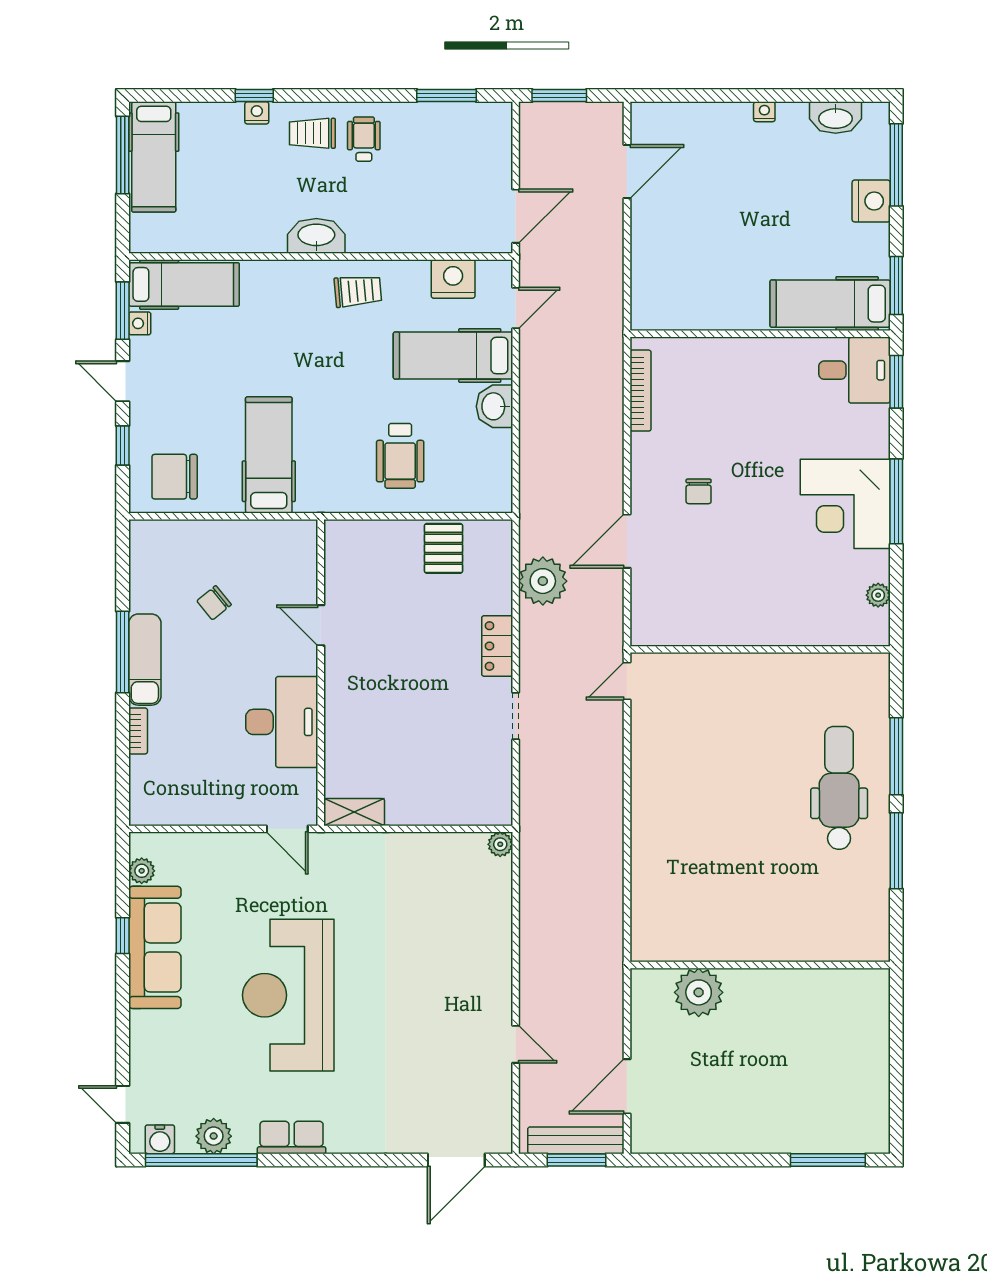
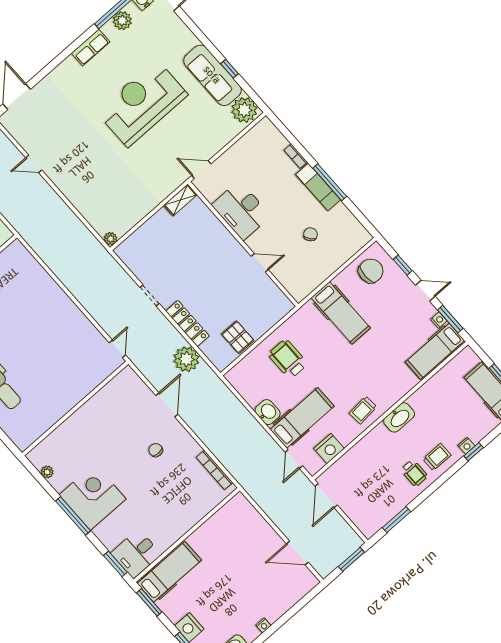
door: (627, 172) -> (297, 553), hinge flipped
locker: (497, 646) -> (187, 323), width x1.53
plant: (142, 871) -> (244, 110), width x1.87, depth x1.87
reception desk: (288, 995) -> (142, 103), turned -90

